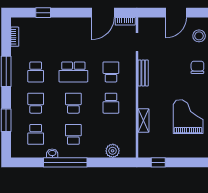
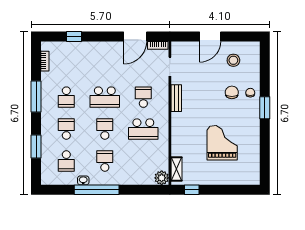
school desk: (111, 103) -> (143, 129), width x1.85
shelving: (143, 120) -> (177, 169), moved
plant: (113, 151) -> (162, 178), moved

